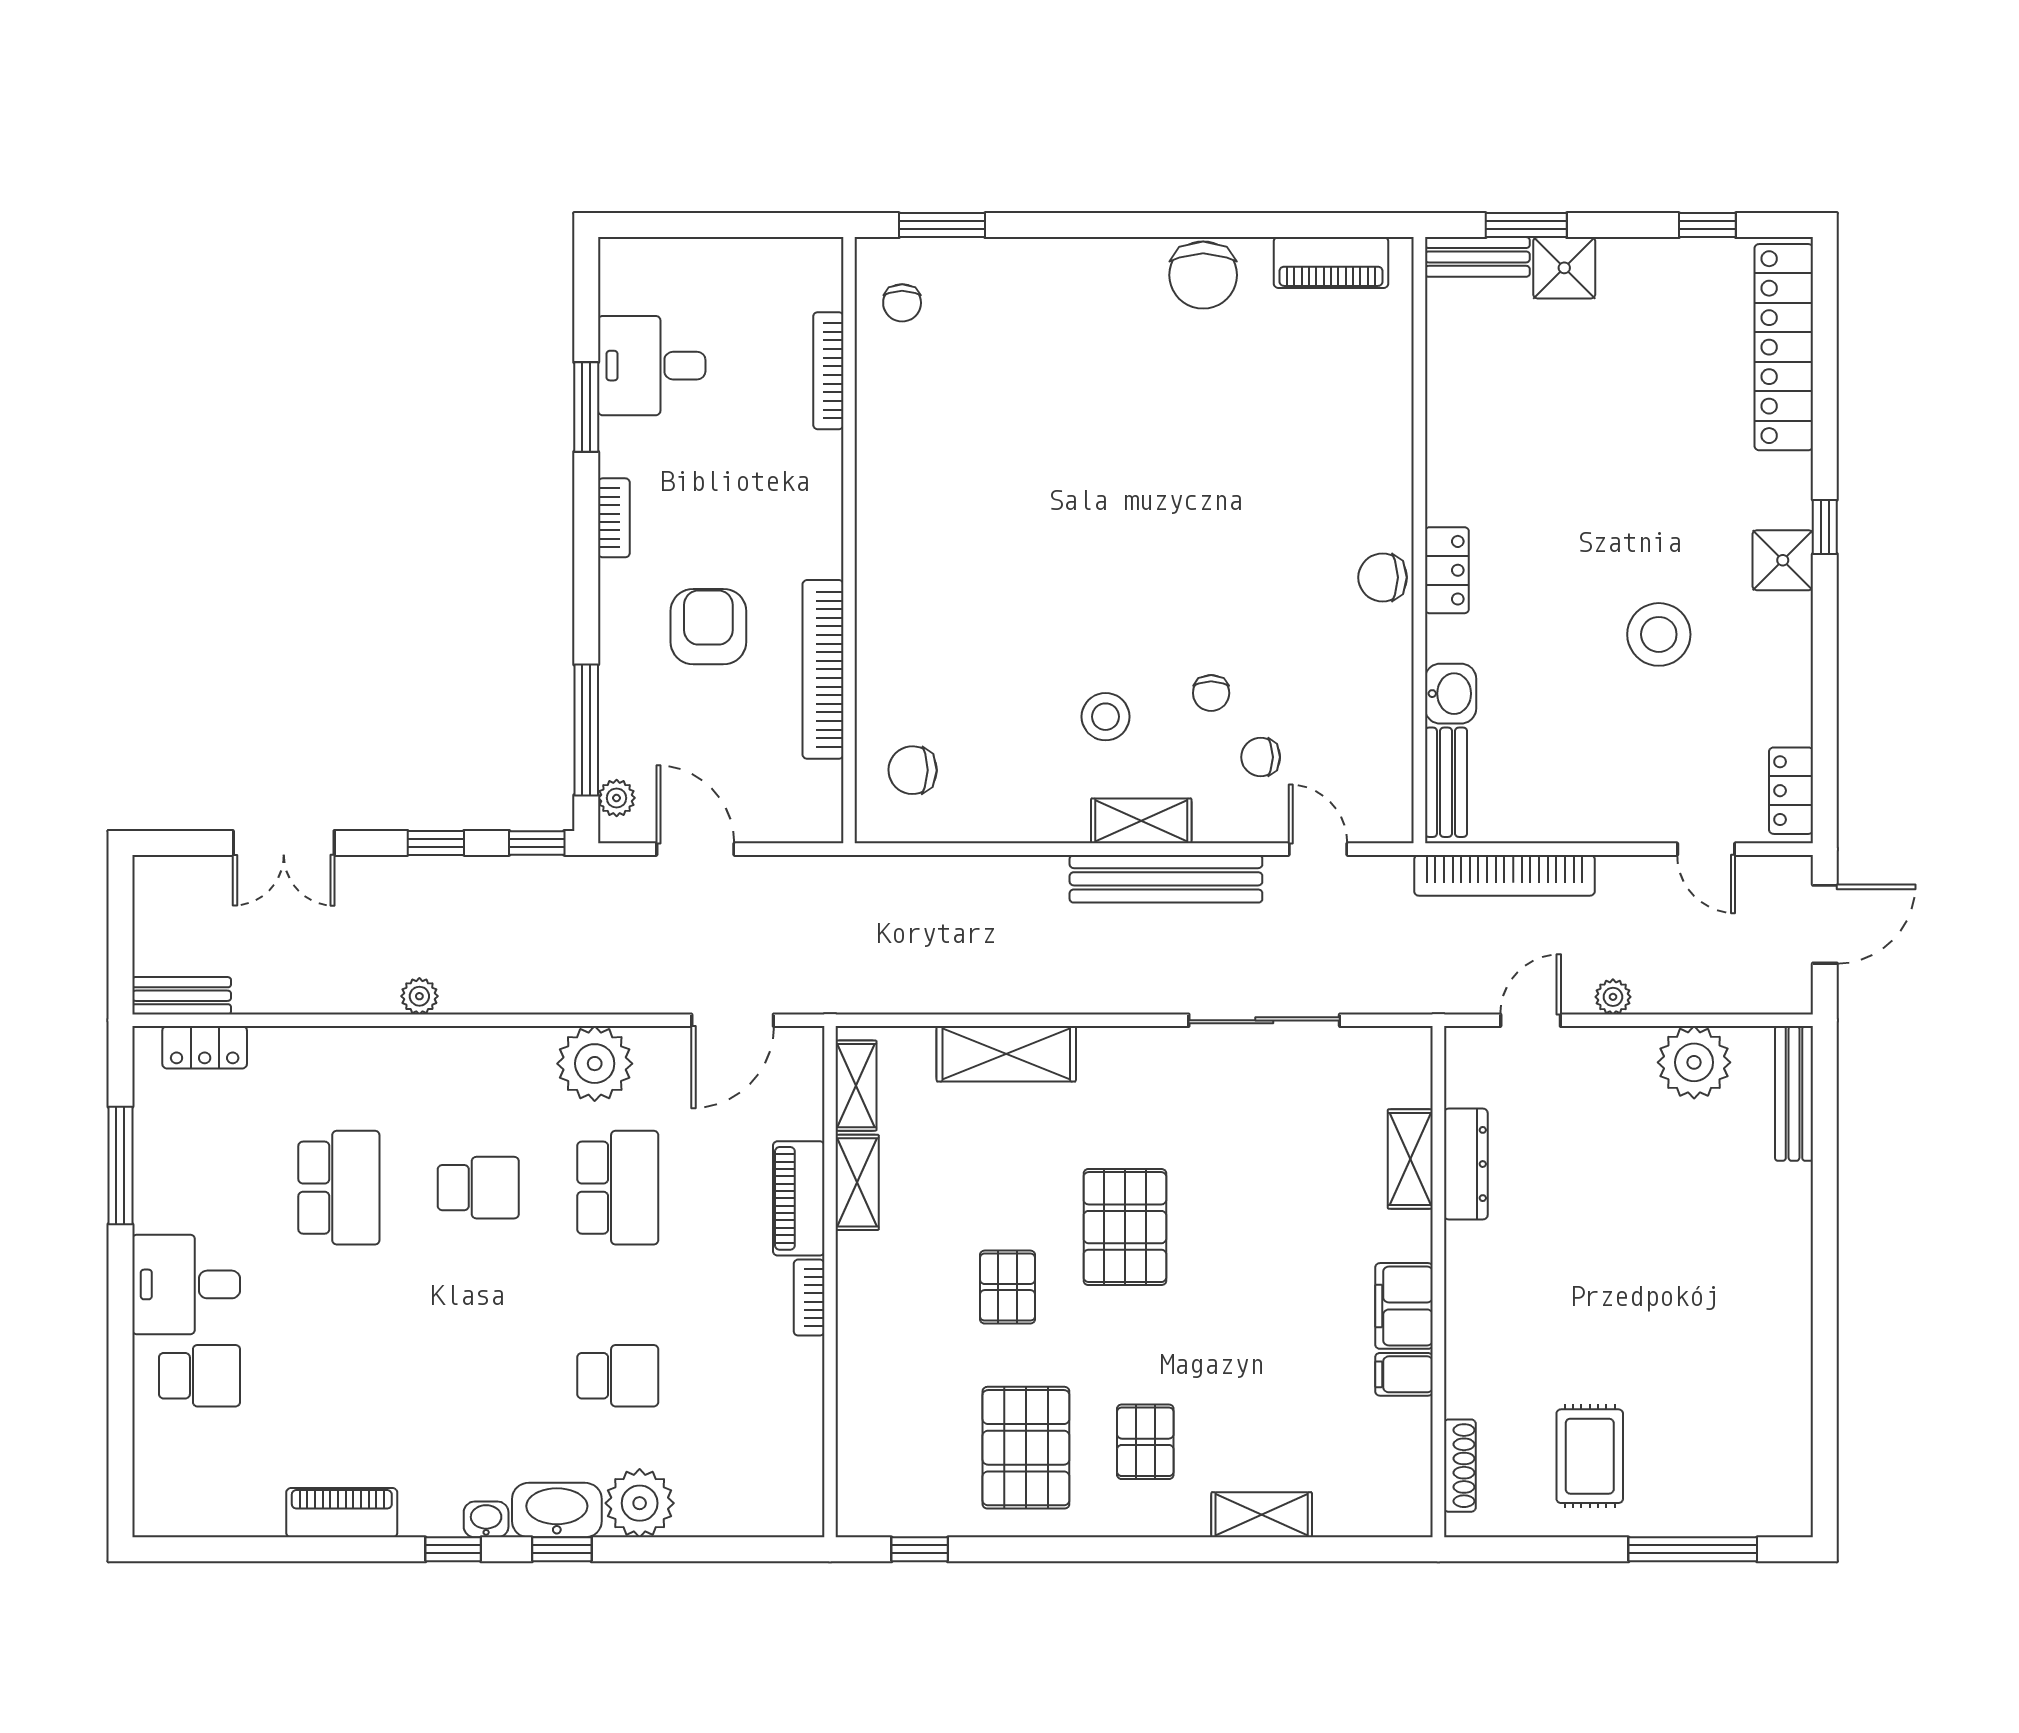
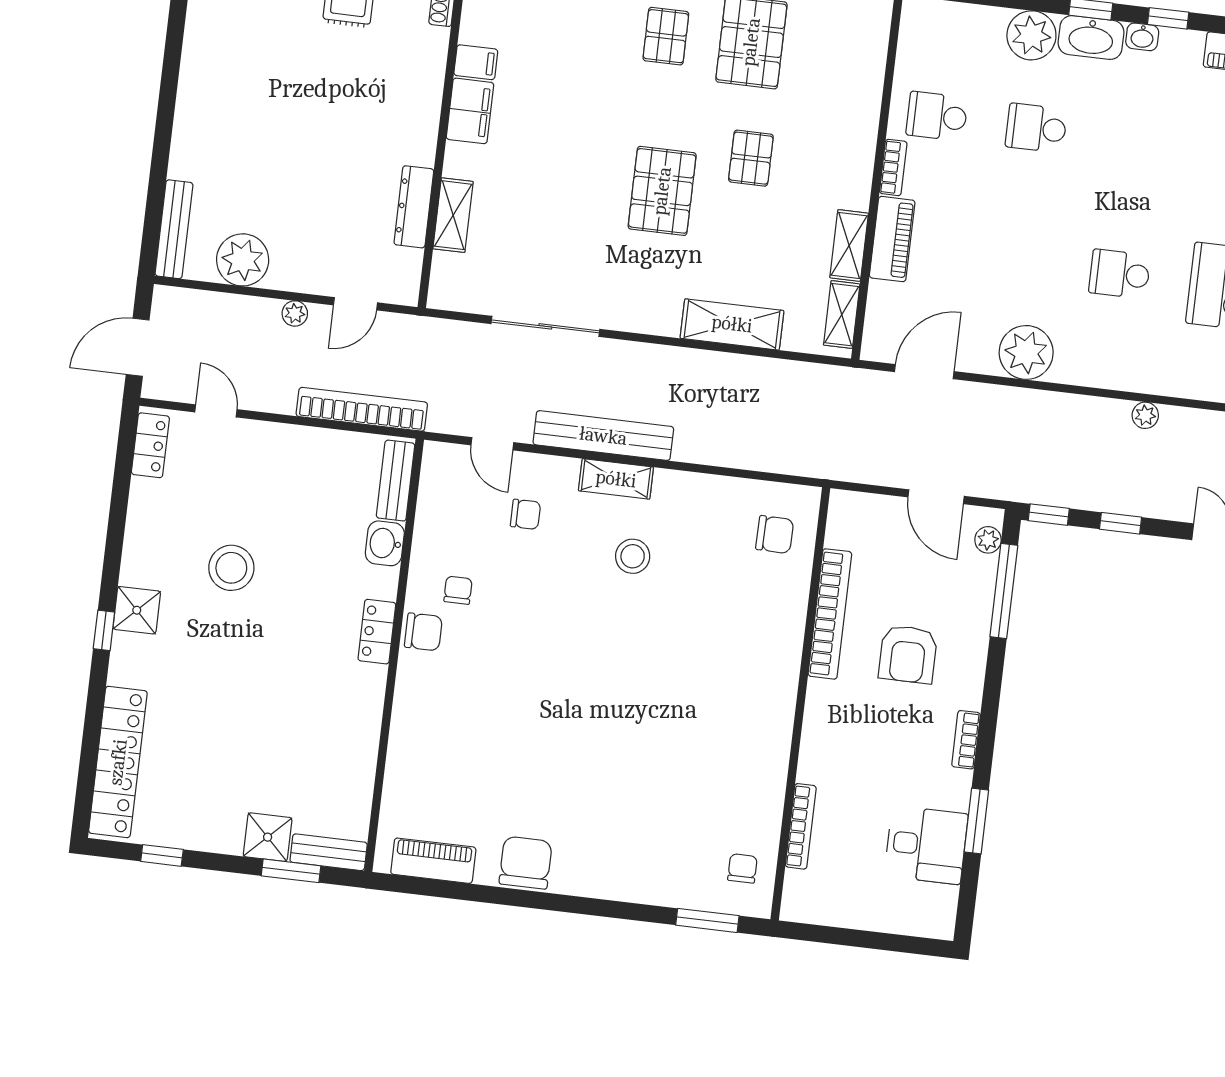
chair: (1211, 693) -> (458, 590), moved
school desk: (618, 1188) -> (937, 116), moved, width x0.54

